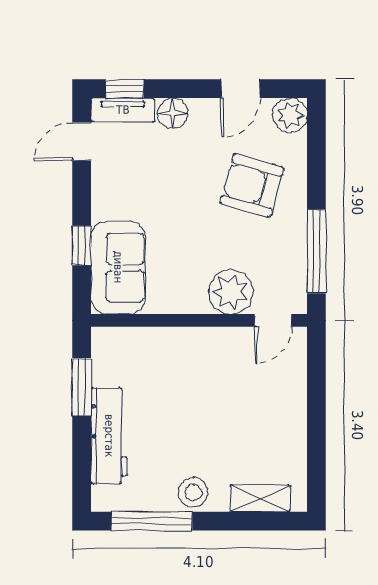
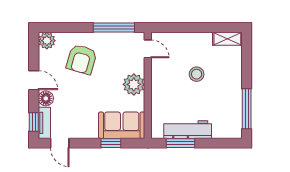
door: (241, 89) -> (34, 80), moved
plant: (231, 292) -> (134, 84), moved
workbench: (109, 436) -> (188, 130), moved
stool: (193, 493) -> (197, 74), moved
shelving: (260, 498) -> (227, 39), moved, turned 90

